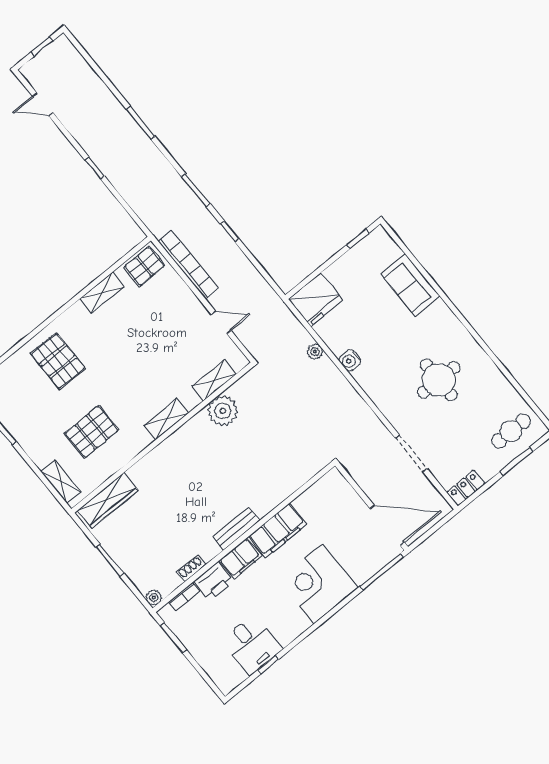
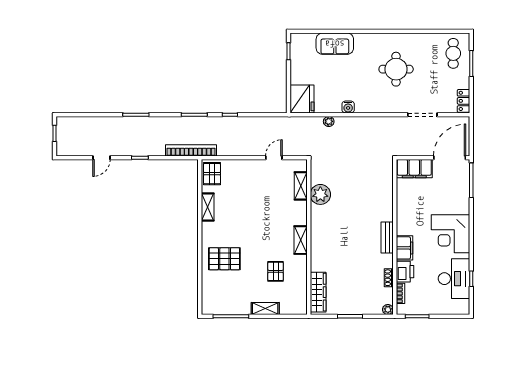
door: (43, 104) -> (102, 158), moved
bookcase: (188, 265) -> (191, 150), moved
shelving: (166, 419) -> (301, 240), moved
pallet: (92, 432) -> (276, 271), width x0.67, depth x0.71
shelving: (61, 482) -> (265, 308), moved
filing cabinet: (278, 530) -> (414, 169), moved, turned 90
corner desk: (318, 584) -> (451, 234), moved
desk: (252, 645) -> (454, 279), width x1.37

